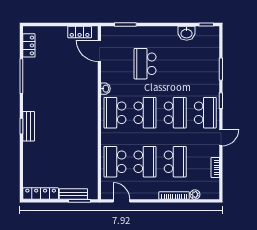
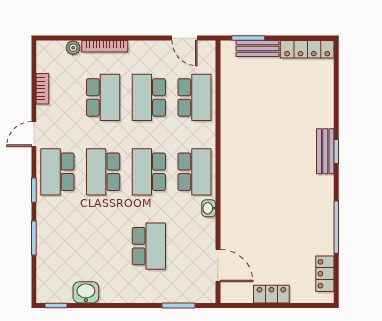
locker: (80, 32) -> (271, 294), moved
school desk: (175, 162) -> (103, 97), turned 180

